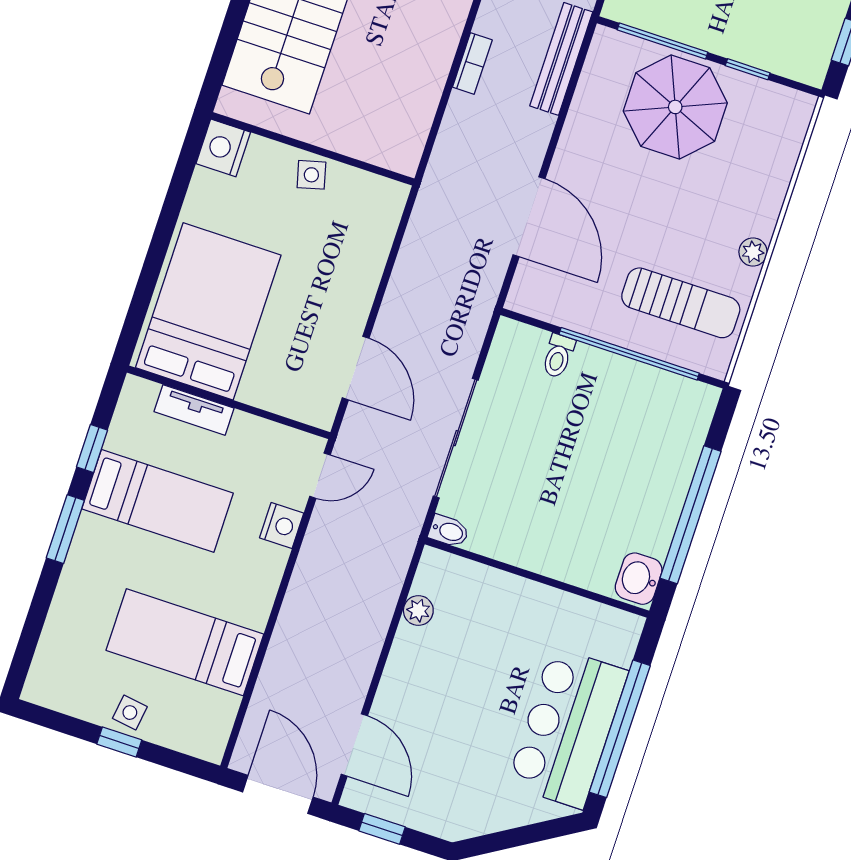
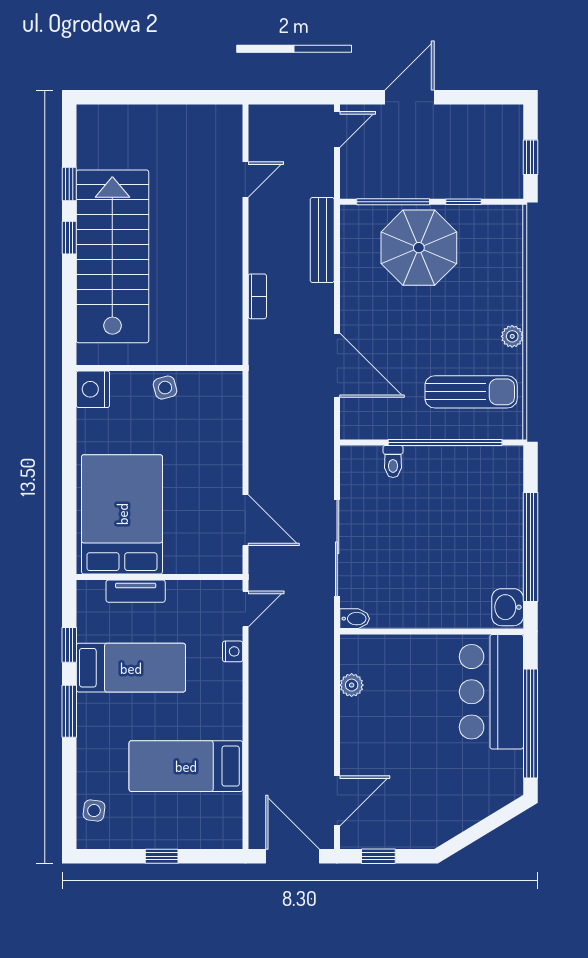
bookcase: (472, 64) -> (257, 296), moved
nightstand: (282, 526) -> (233, 651), width x0.72, depth x0.74
side table: (130, 713) -> (94, 811), moved
bar counter: (567, 728) -> (491, 692), moved
door: (354, 745) -> (337, 801), hinge flipped

